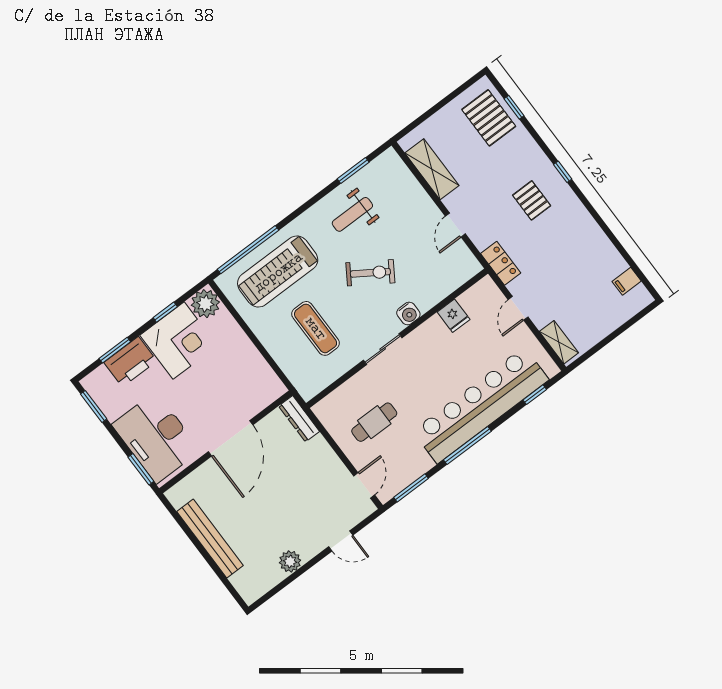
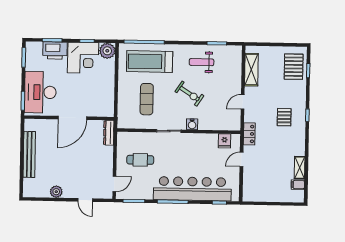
fridge: (454, 316) -> (225, 141), moved
shelving: (559, 342) -> (300, 168), moved

